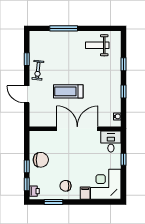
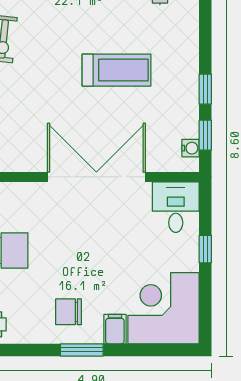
window: (123, 64) -> (205, 135), moved
treadmill: (68, 91) -> (117, 70), moved, turned 180
window: (54, 202) -> (82, 350), moved

